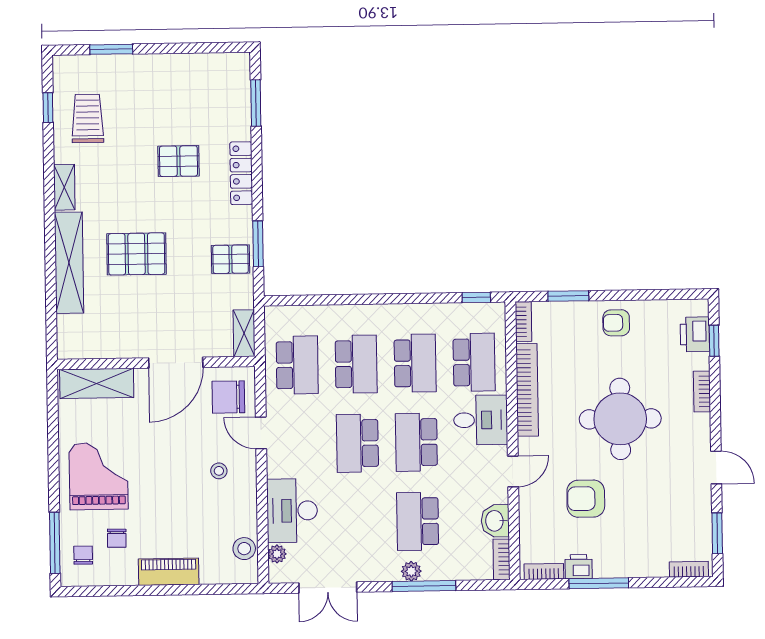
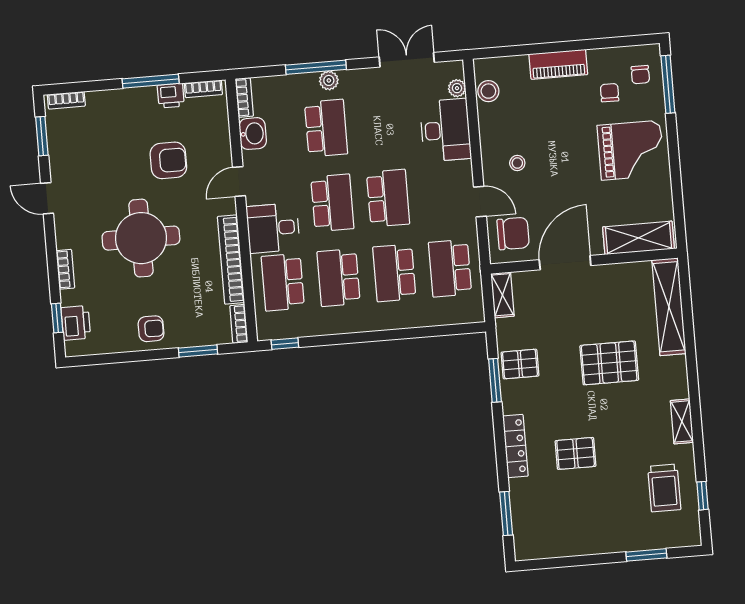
shelving: (69, 263) -> (669, 307), moved
grand piano: (99, 476) -> (631, 150), turned -90

